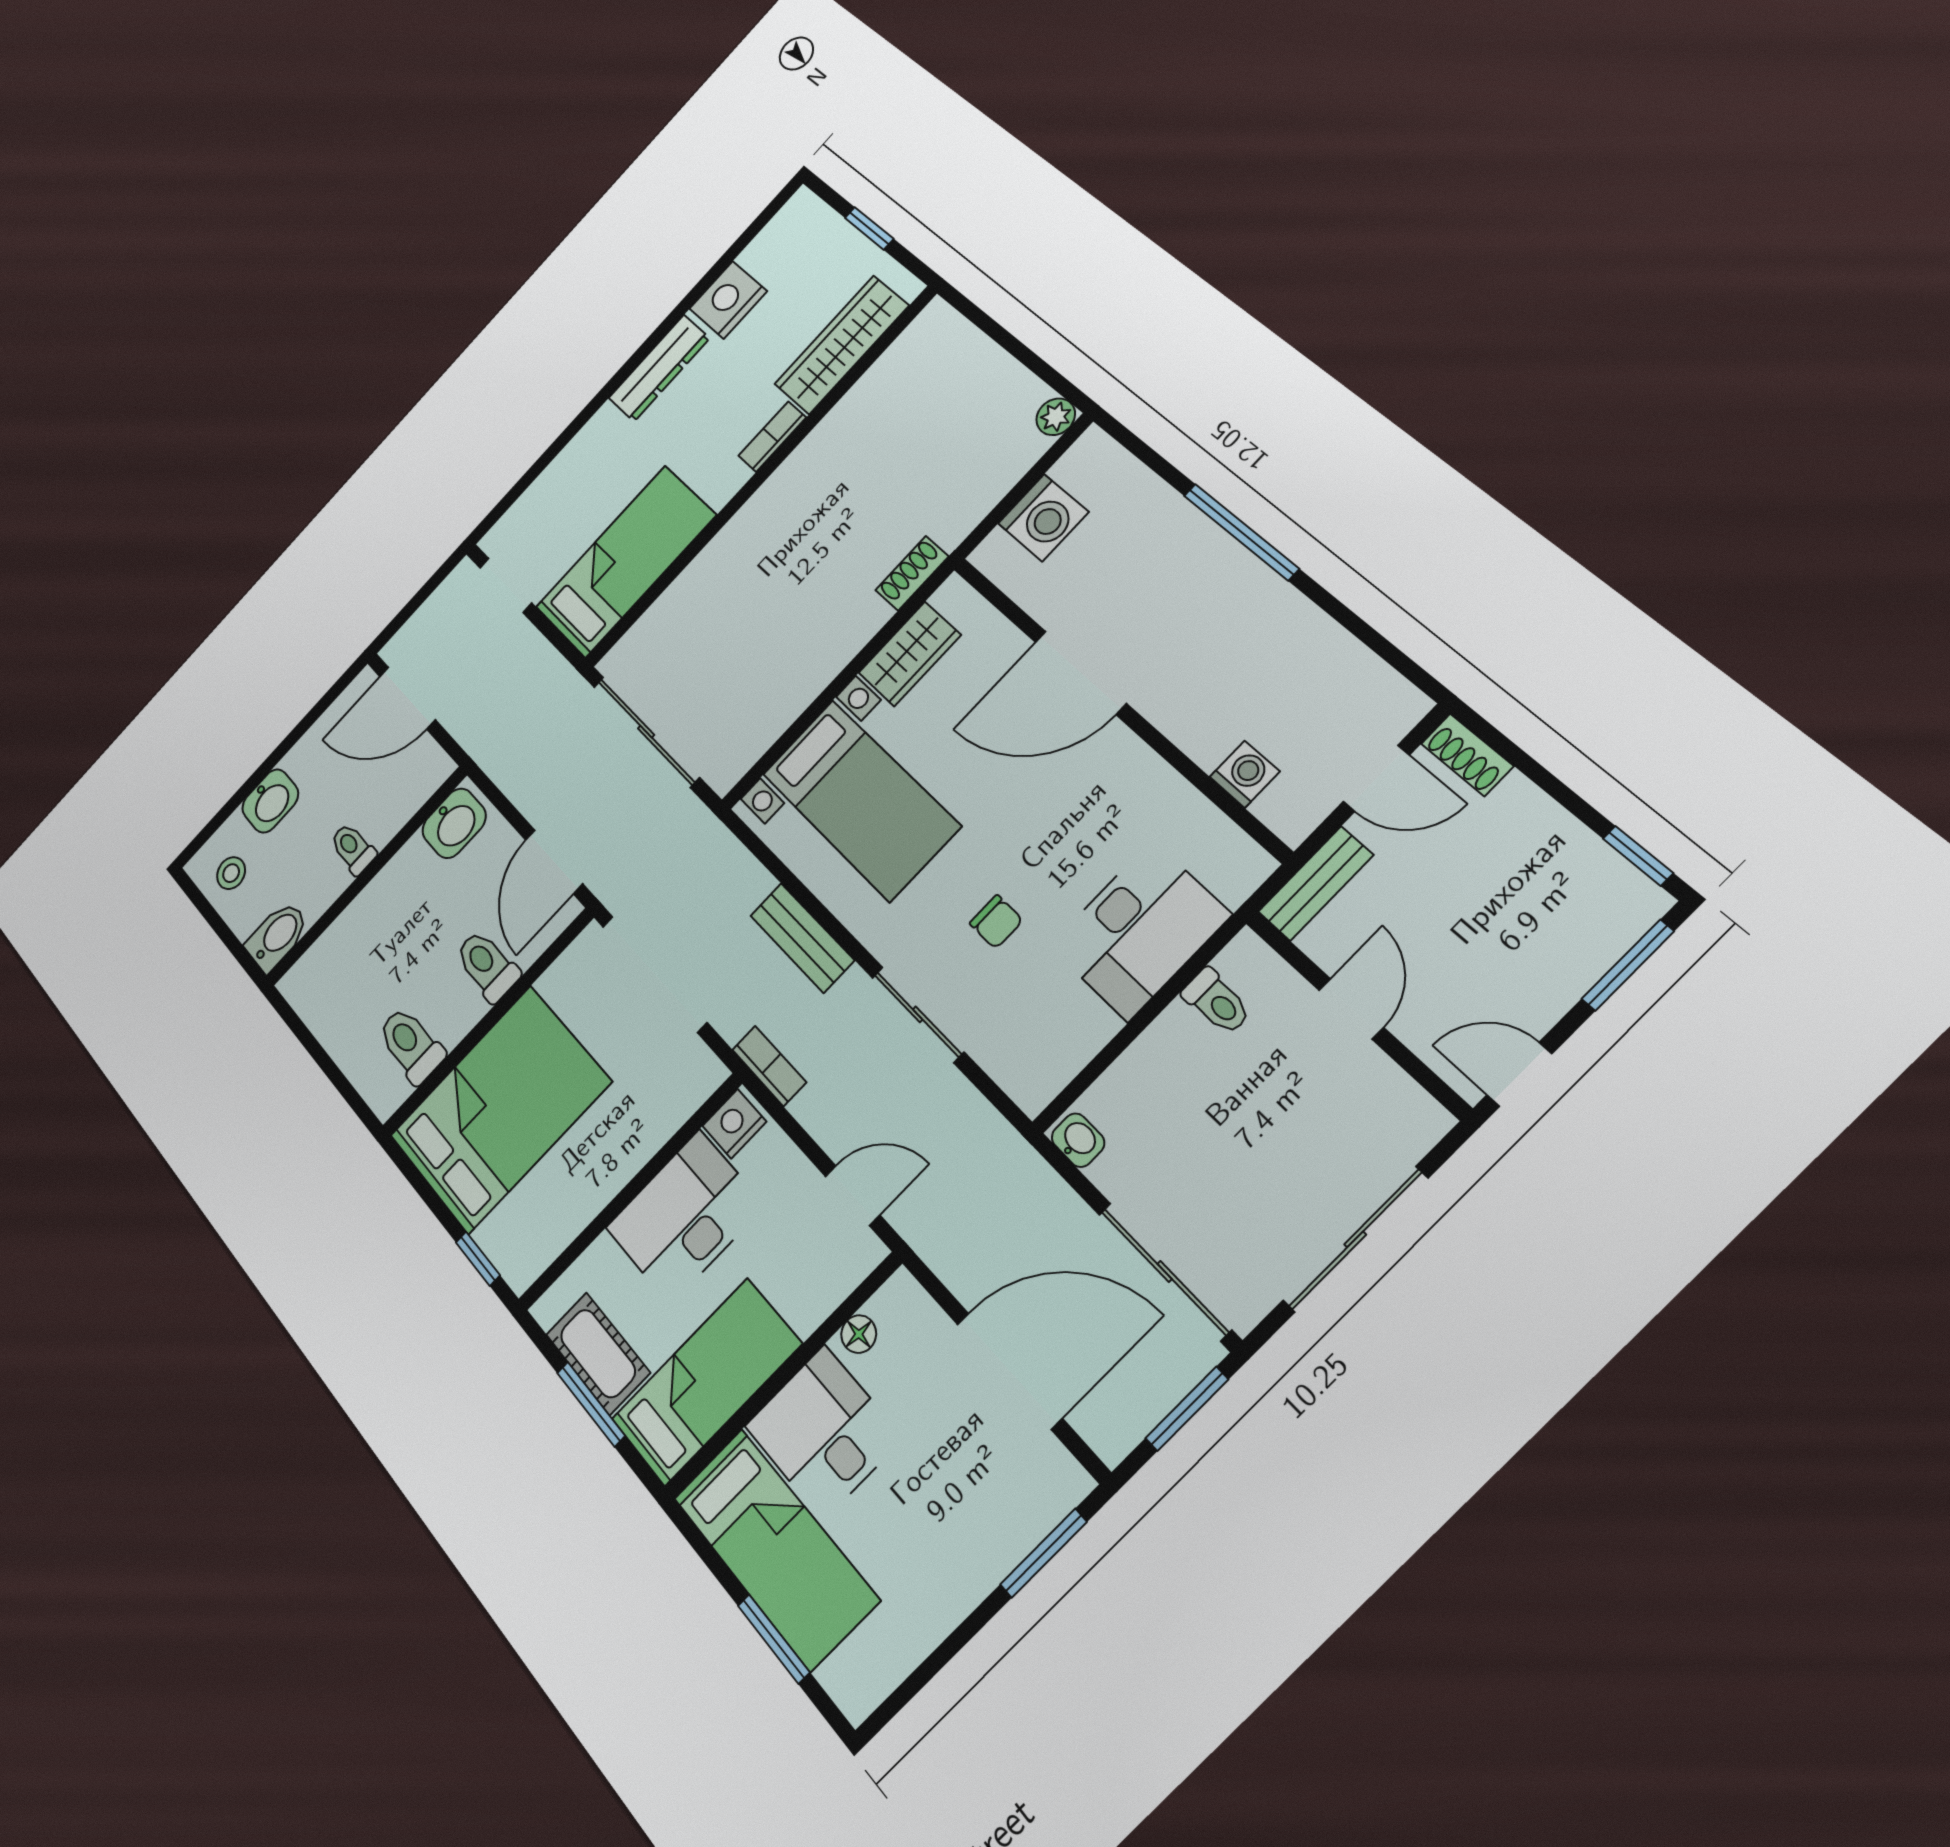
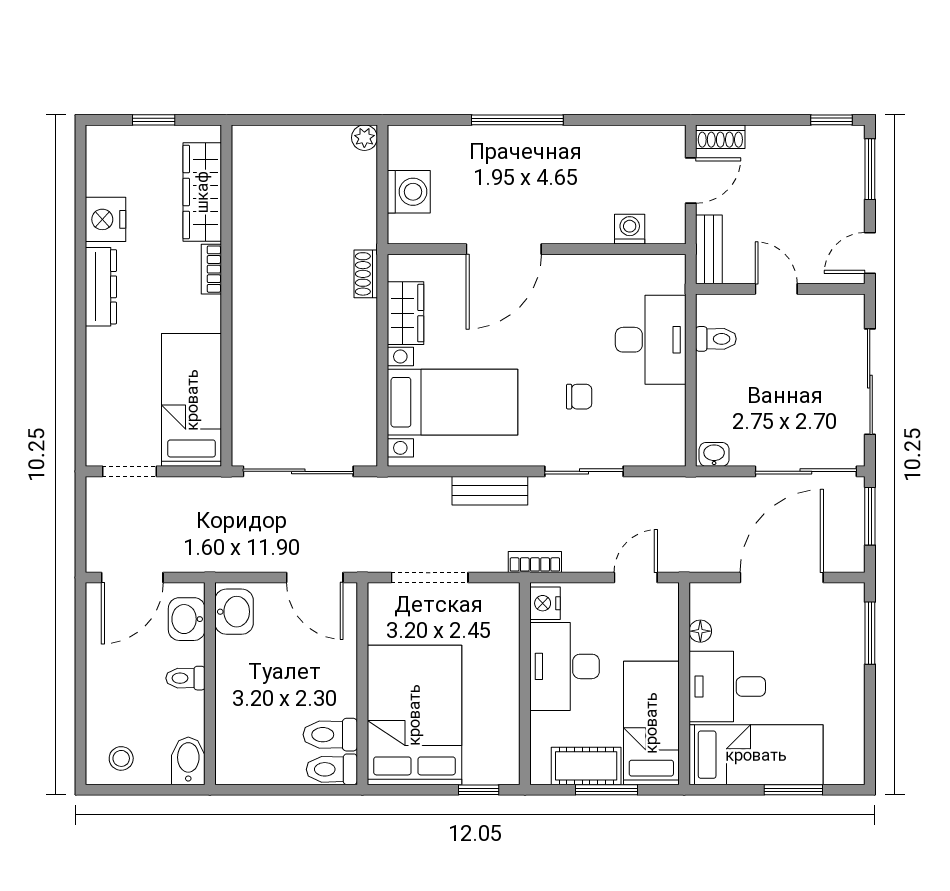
washbasin: (270, 801) -> (187, 619), moved, turned 180
toilet: (487, 966) -> (332, 769), moved
doorway: (654, 974) -> (430, 577), width x0.73

